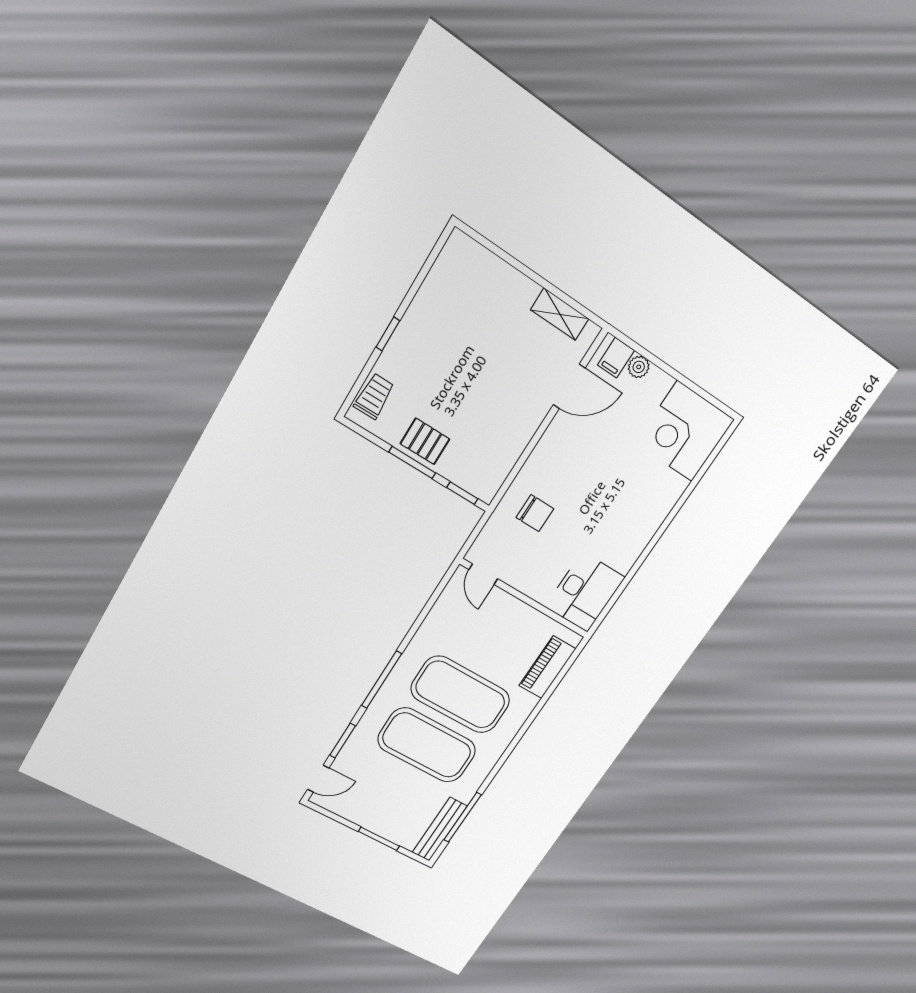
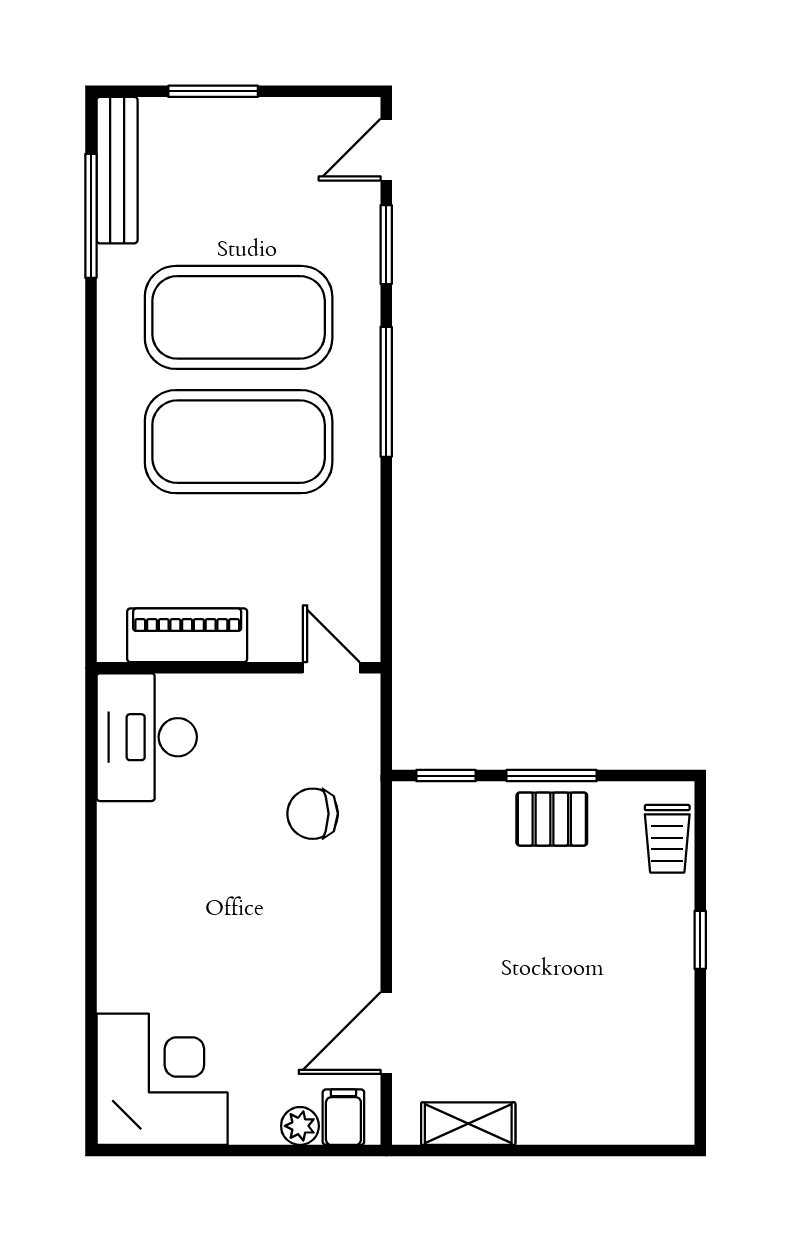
piano: (547, 667) -> (187, 635), moved, turned -90

